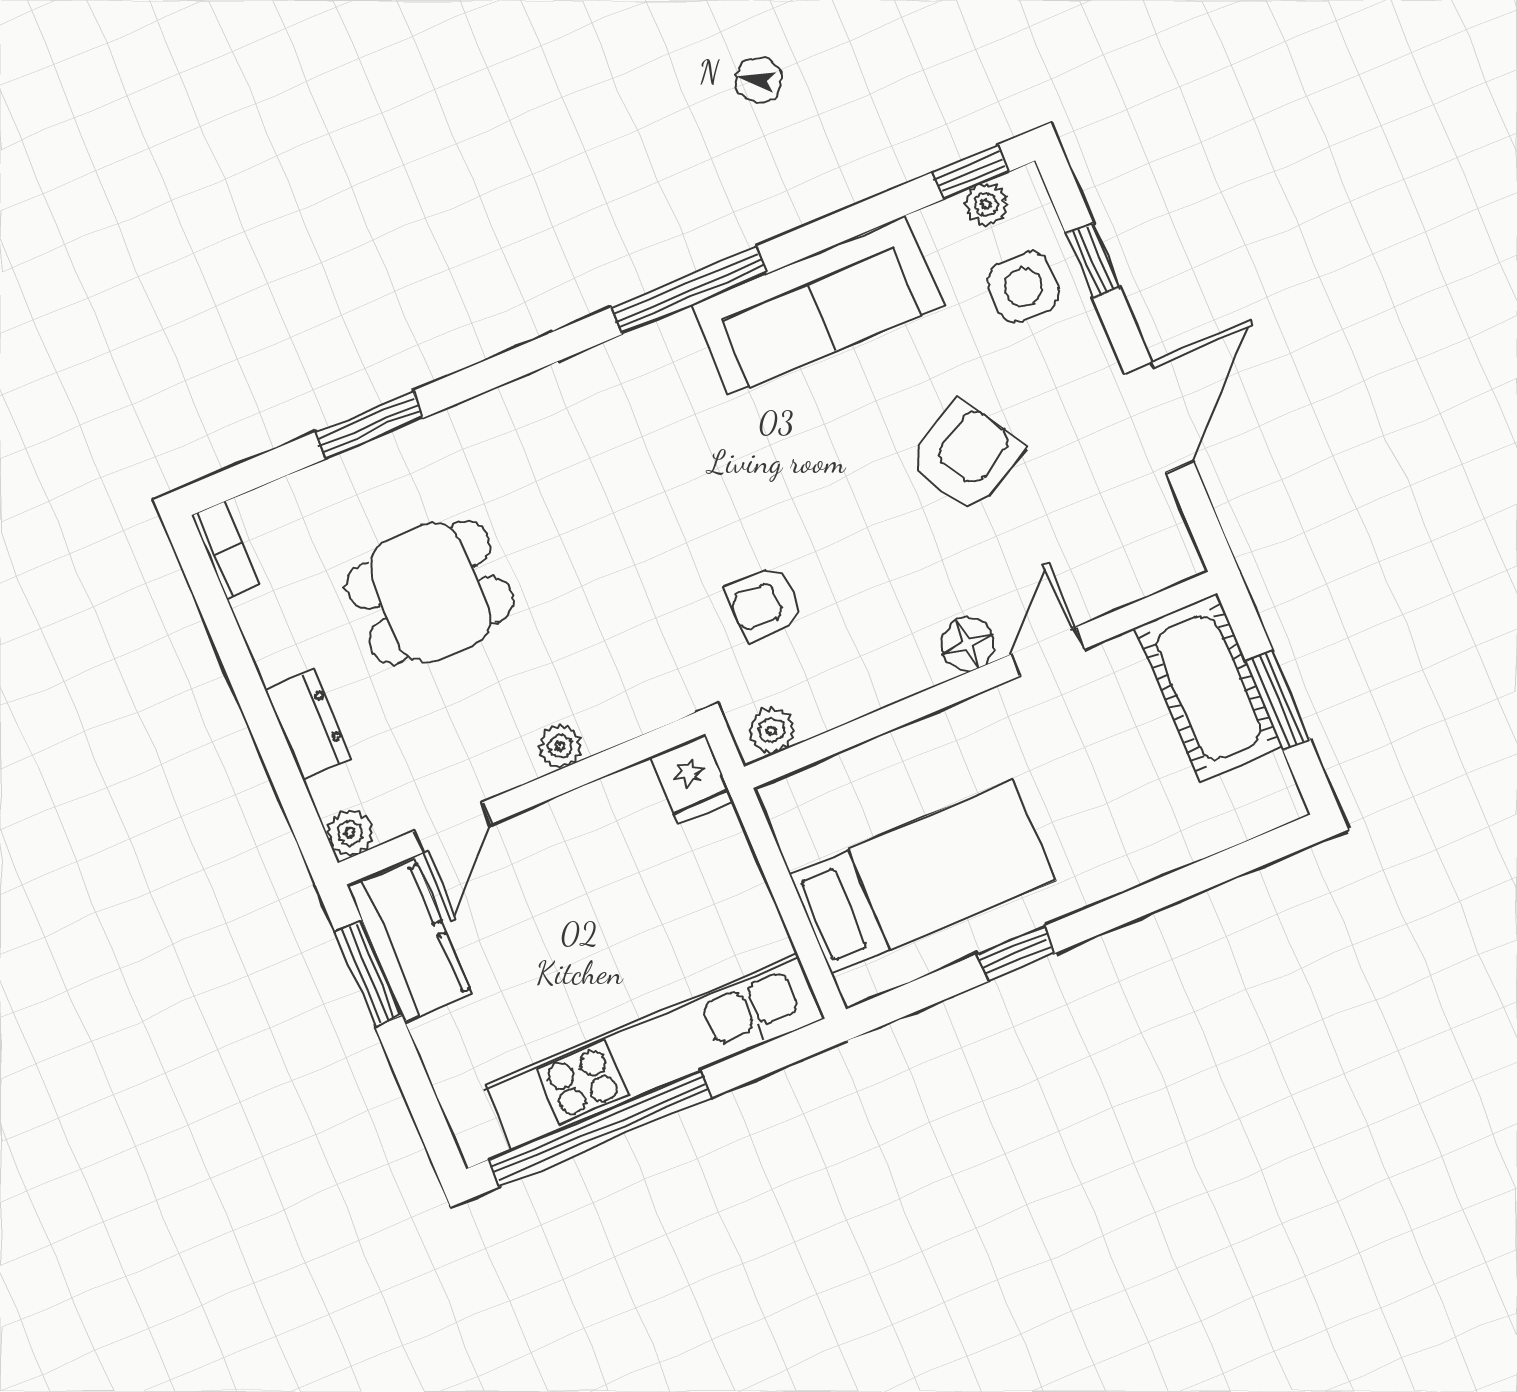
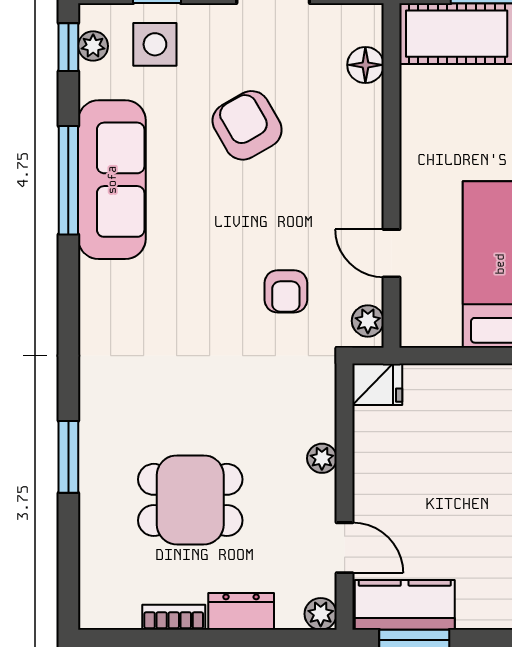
window: (689, 290) -> (68, 180), moved
window: (369, 425) -> (68, 457), moved
bookcase: (226, 550) -> (174, 617), moved
dining table: (430, 593) -> (190, 500), turned 90
floor lamp: (968, 644) -> (365, 65), moved
door: (1048, 652) -> (392, 253), moved

